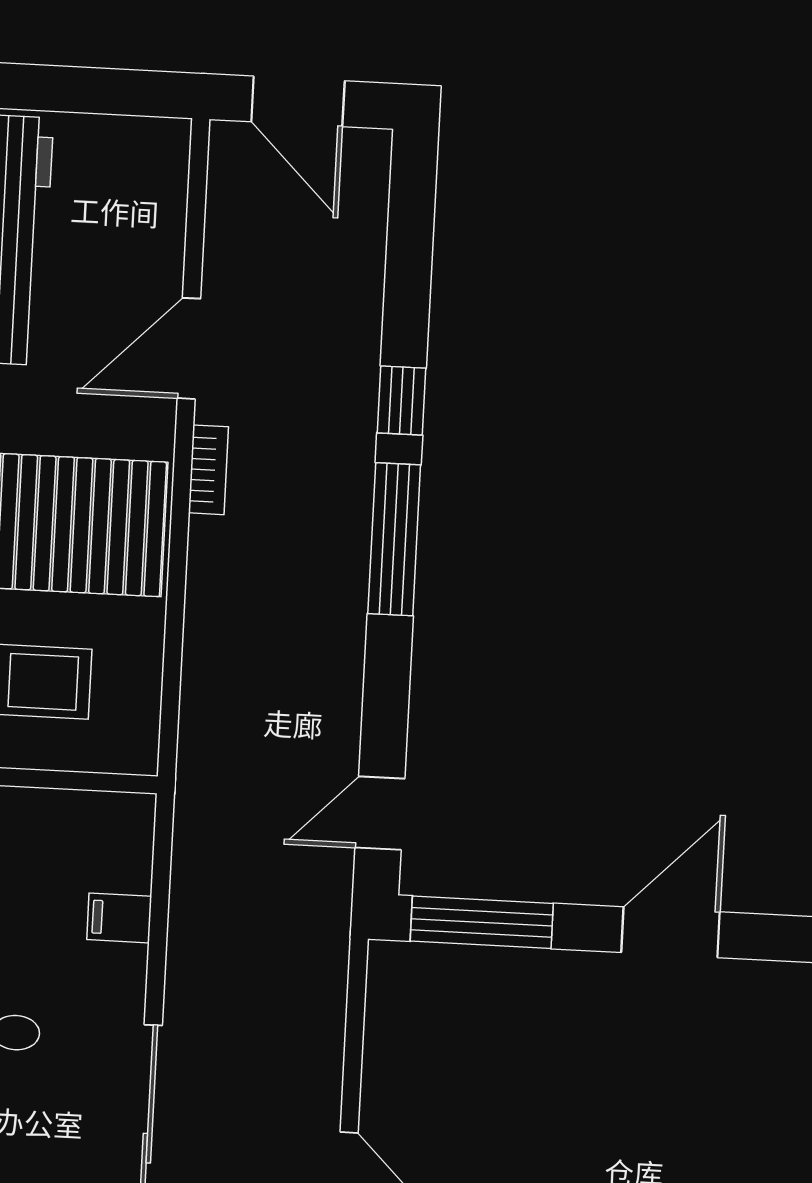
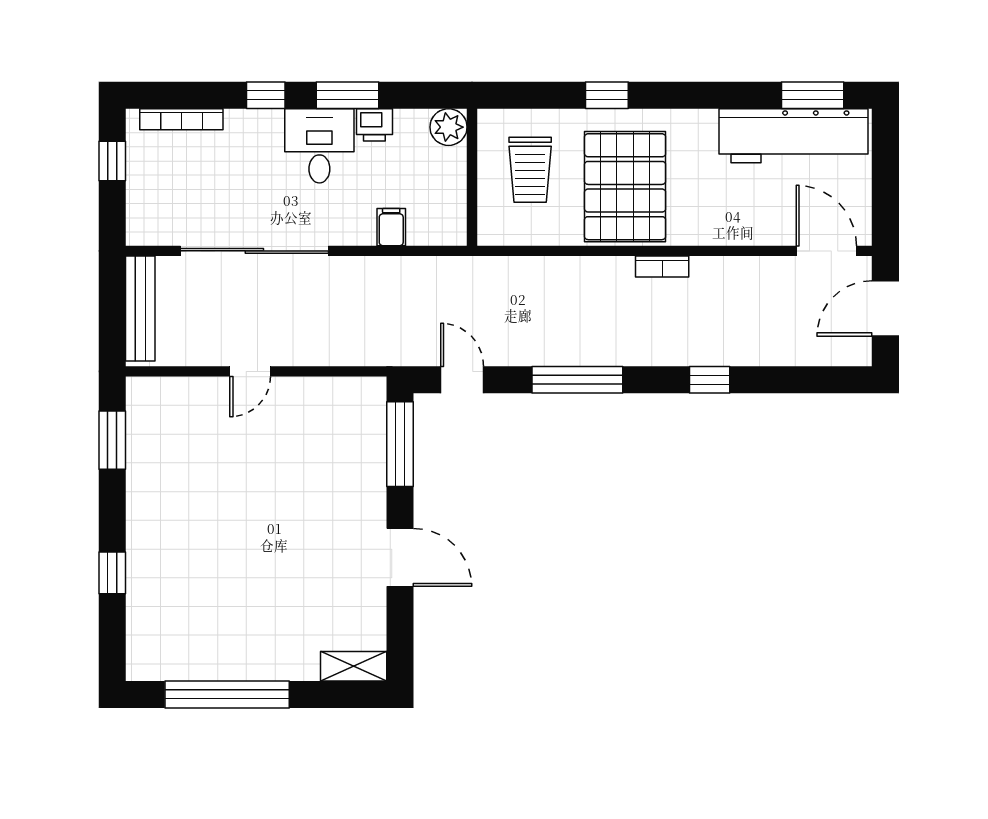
door: (189, 348) -> (826, 251), moved
window: (394, 539) -> (577, 380), moved

